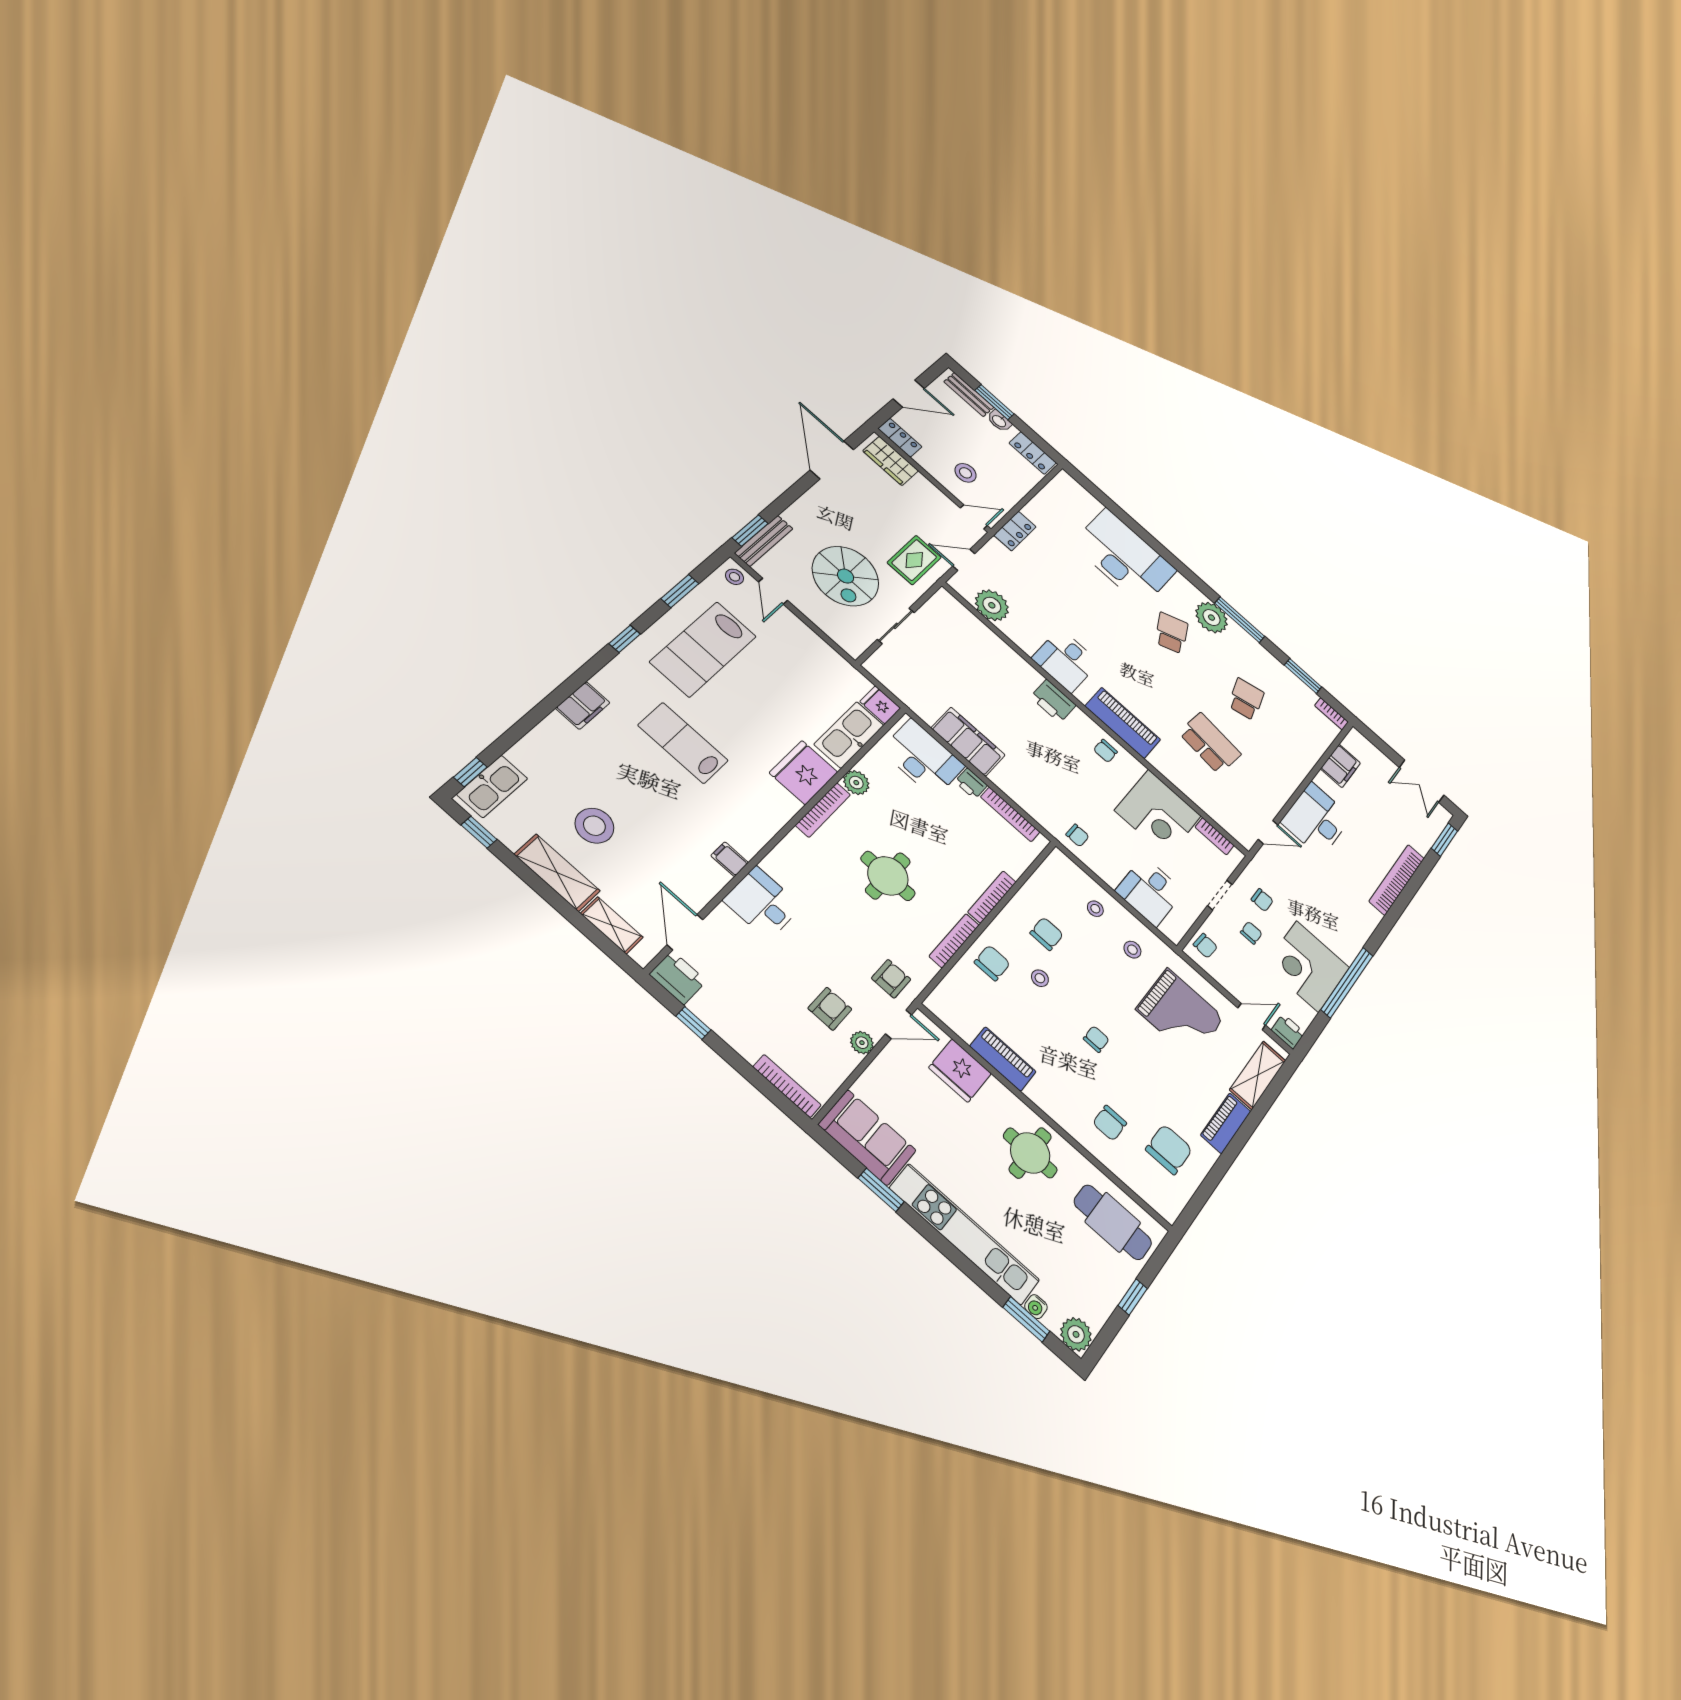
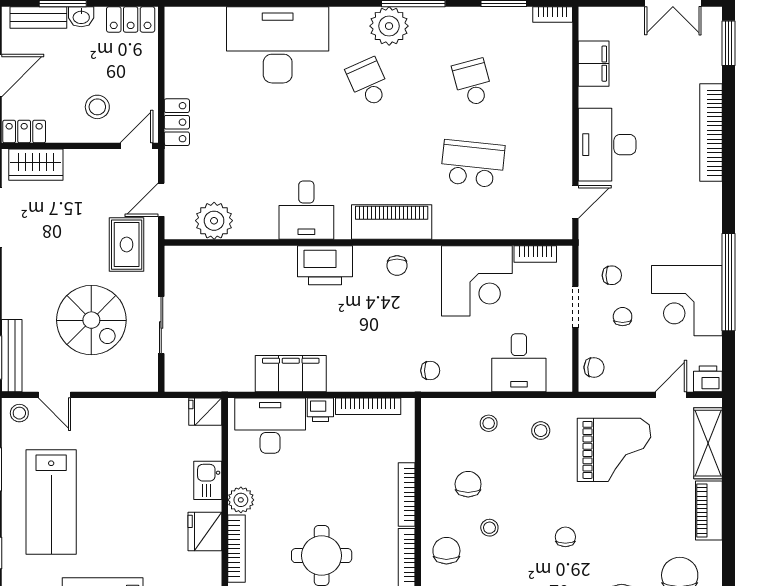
printer: (1053, 701) -> (325, 265), width x1.37, depth x1.19
kitchen sink: (849, 735) -> (208, 480), width x0.53, depth x0.81
fridge: (804, 772) -> (205, 531), width x0.73, depth x0.75

